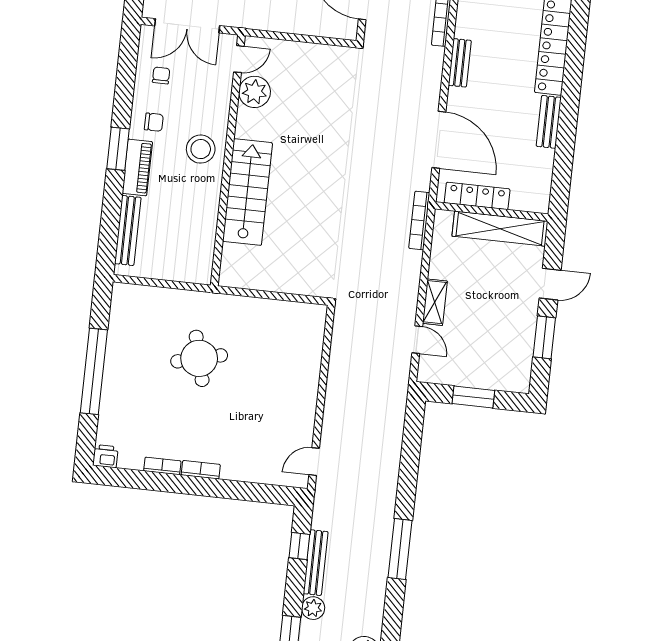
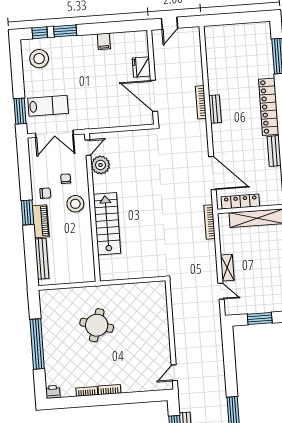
bench: (460, 63) -> (215, 109), moved
chair: (161, 75) -> (66, 179), moved
round table: (199, 358) -> (97, 325), turned 31

